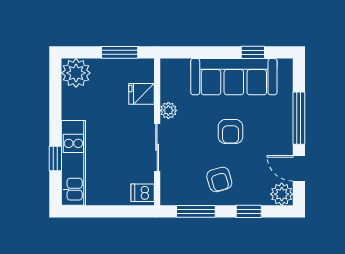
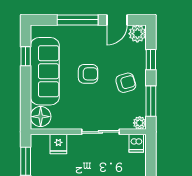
floor lamp: (176, 71) -> (41, 117), added
plant: (168, 110) -> (140, 123), moved

